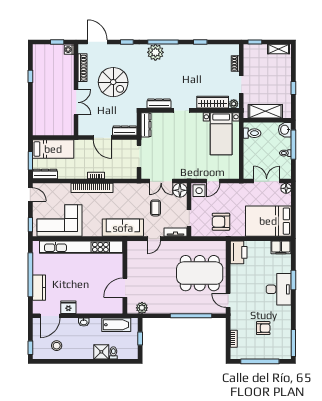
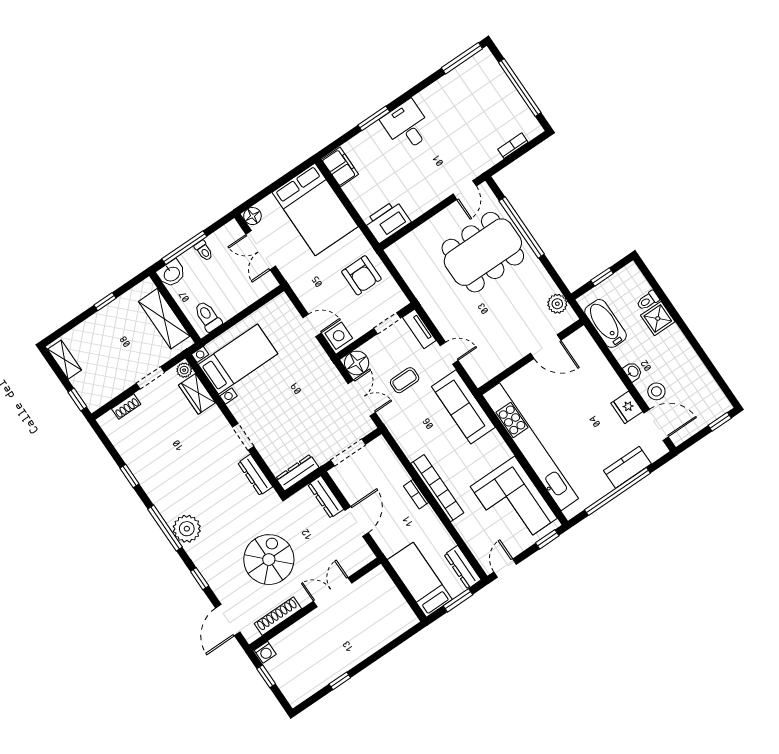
wardrobe: (213, 102) -> (197, 394), width x0.67
dining table: (200, 273) -> (483, 252), moved, turned 90
desk: (279, 289) -> (407, 126), width x0.73
armchair: (263, 328) -> (470, 115), removed
stool: (57, 346) -> (656, 391), moved

